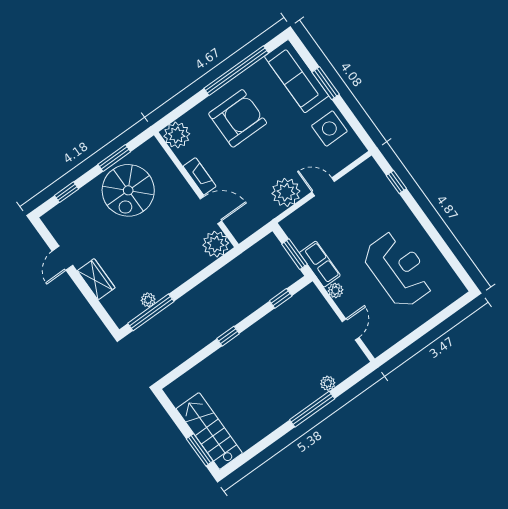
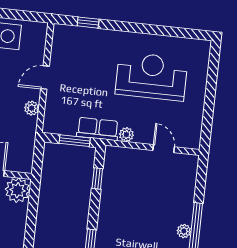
plant: (286, 192) -> (32, 108), width x0.53, depth x0.53
plant: (328, 383) -> (184, 231), moved

